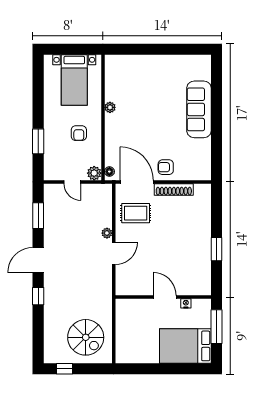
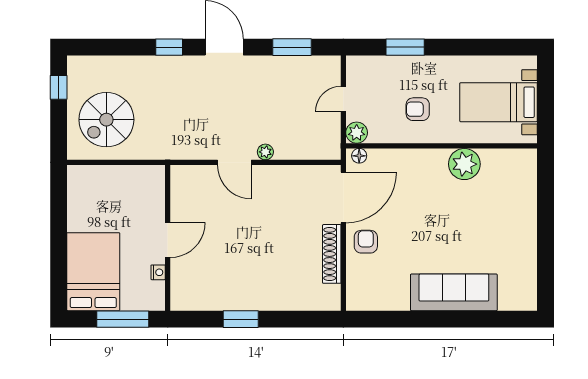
plant: (110, 107) -> (464, 164), width x1.88, depth x1.88
rug: (136, 213) -> (296, 196), removed

